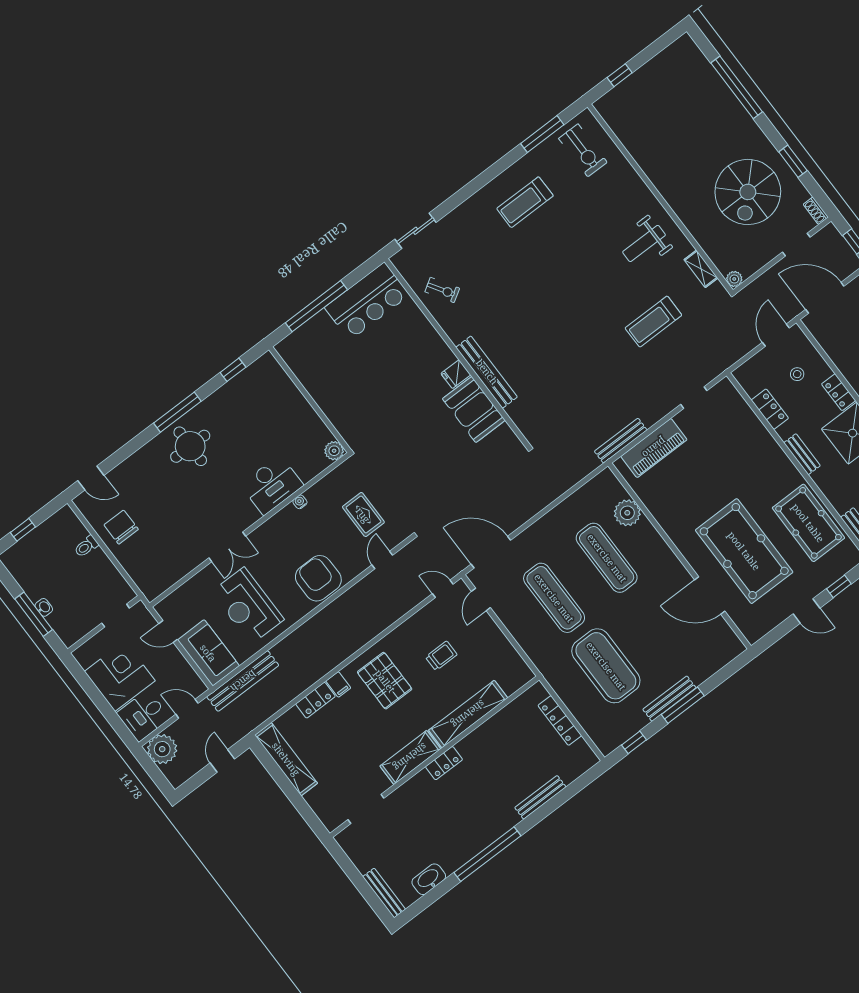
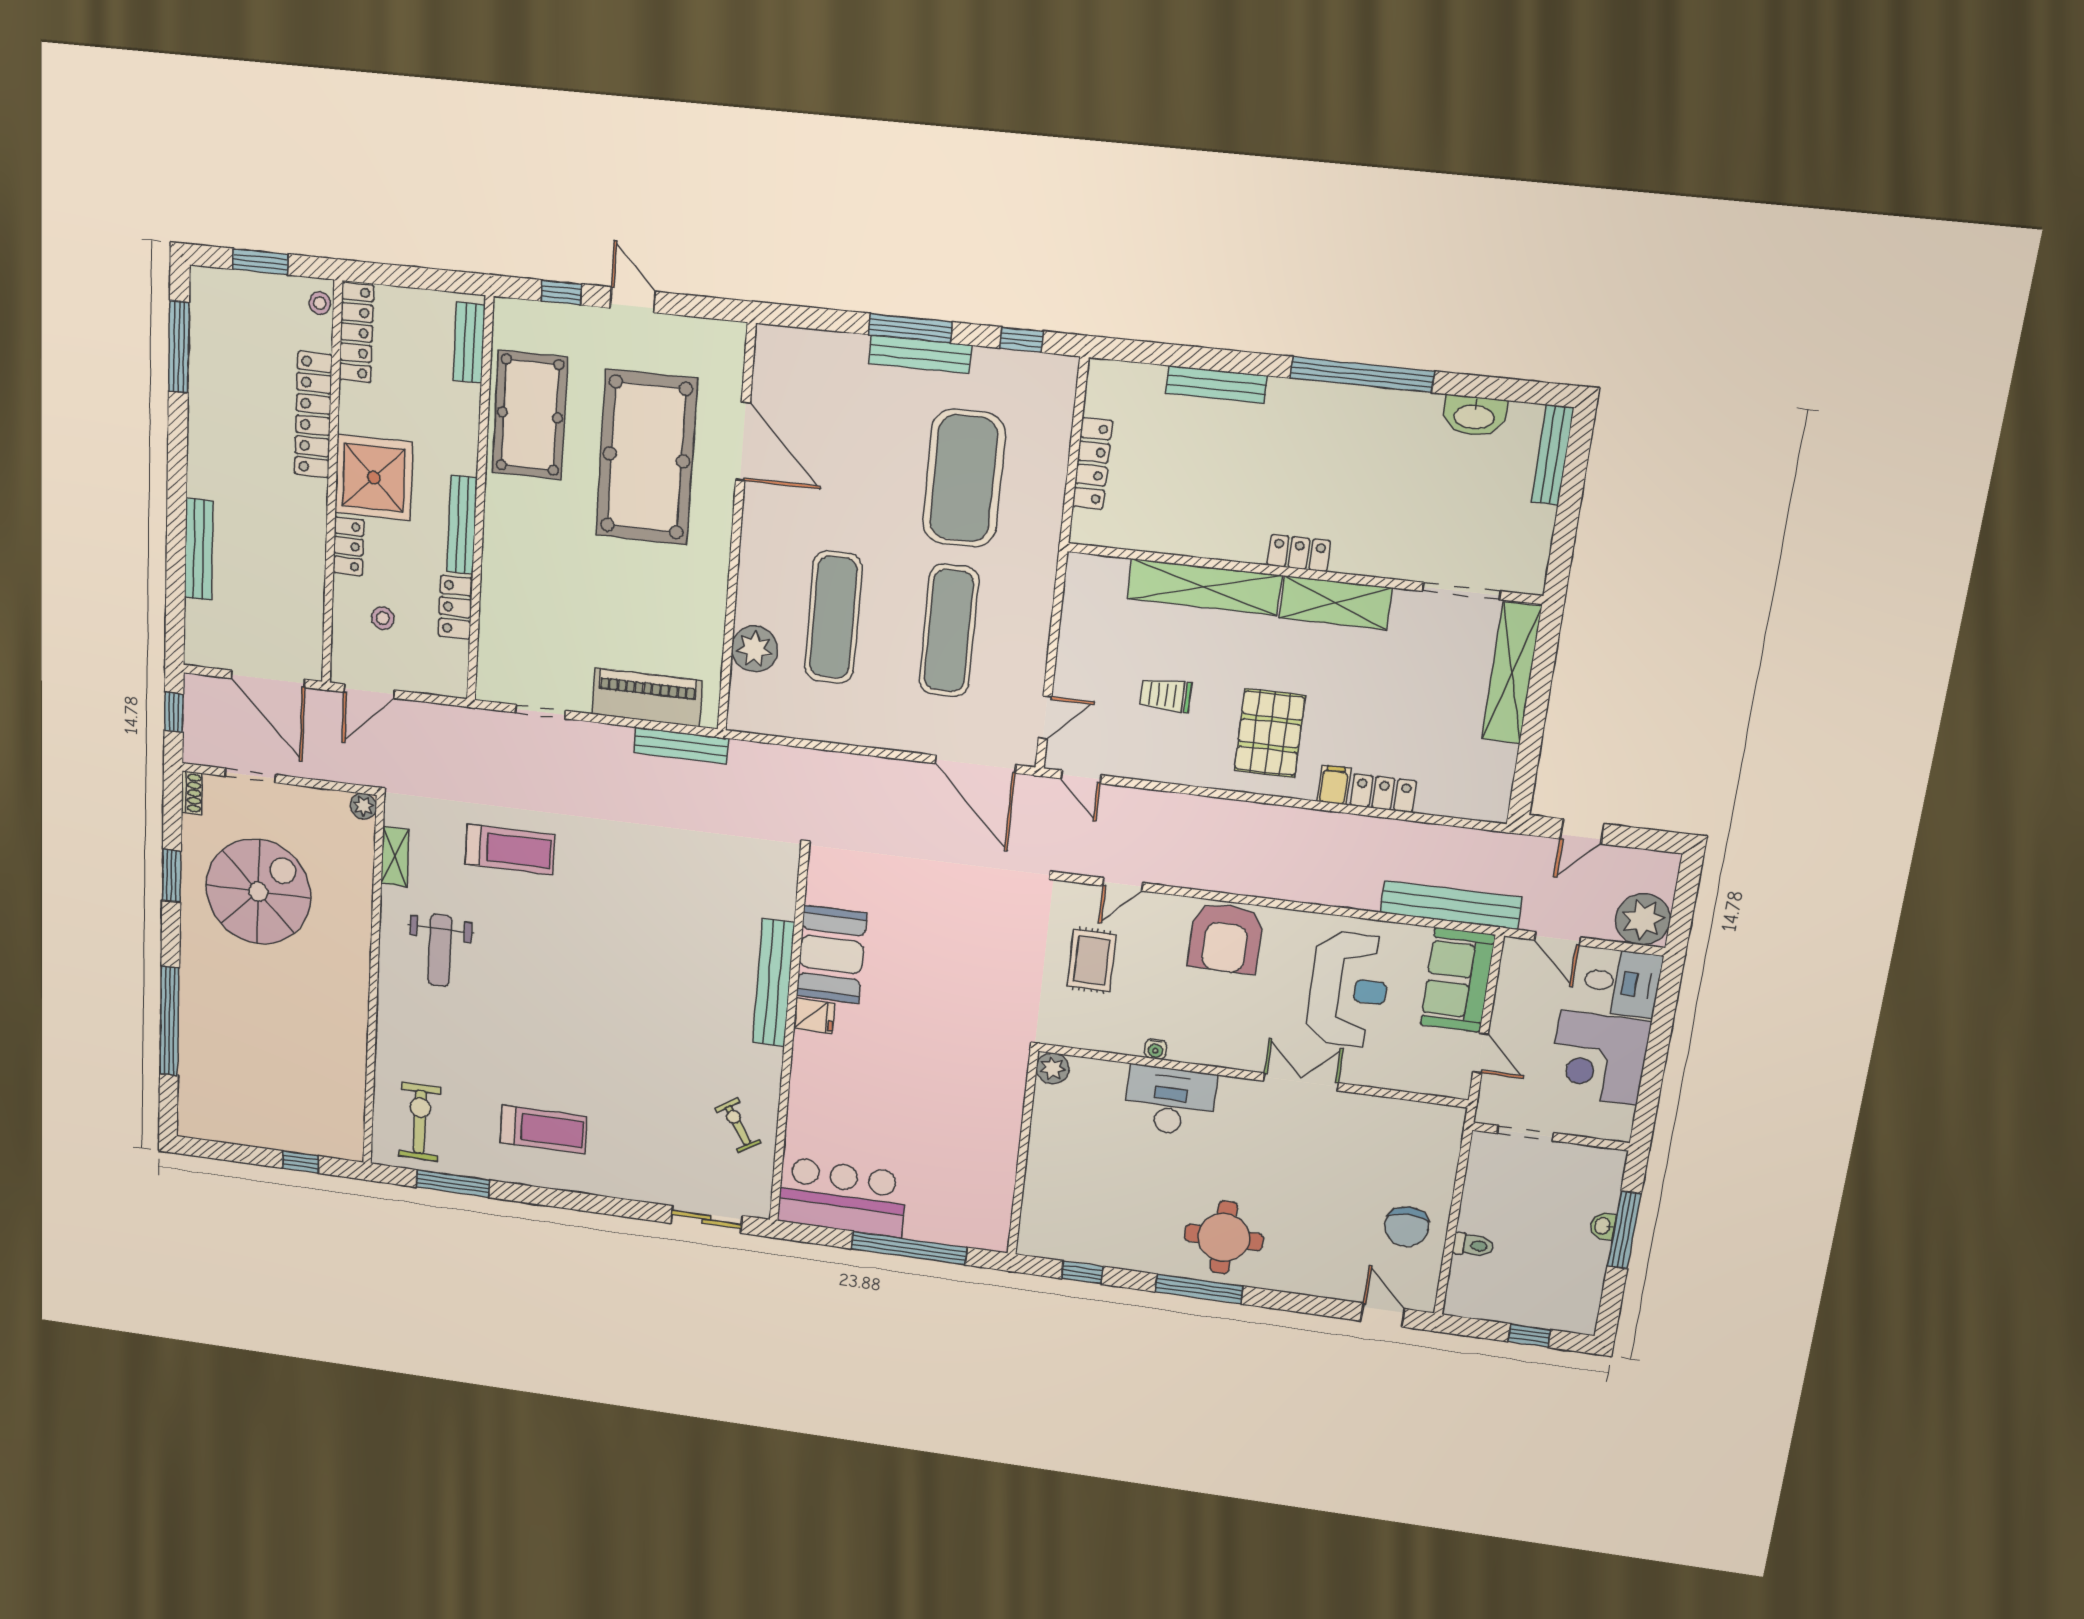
weight bench: (644, 243) -> (440, 950), turned 90
bench: (802, 454) -> (462, 525), width x1.36
shelving: (286, 759) -> (1512, 673), moved

